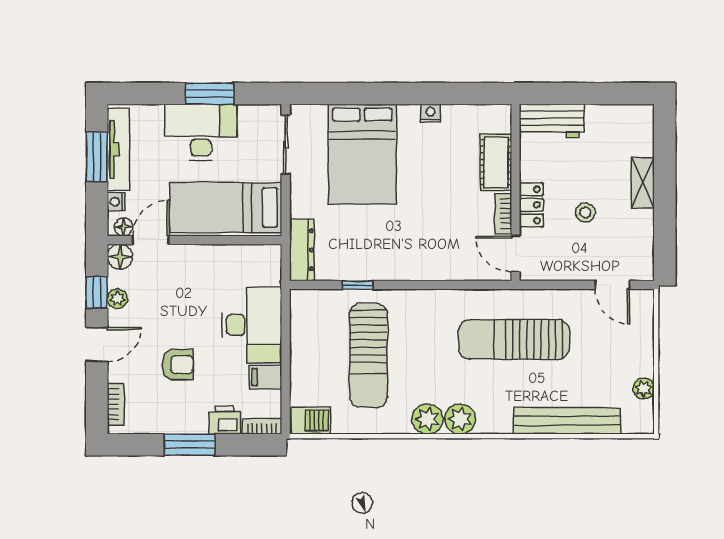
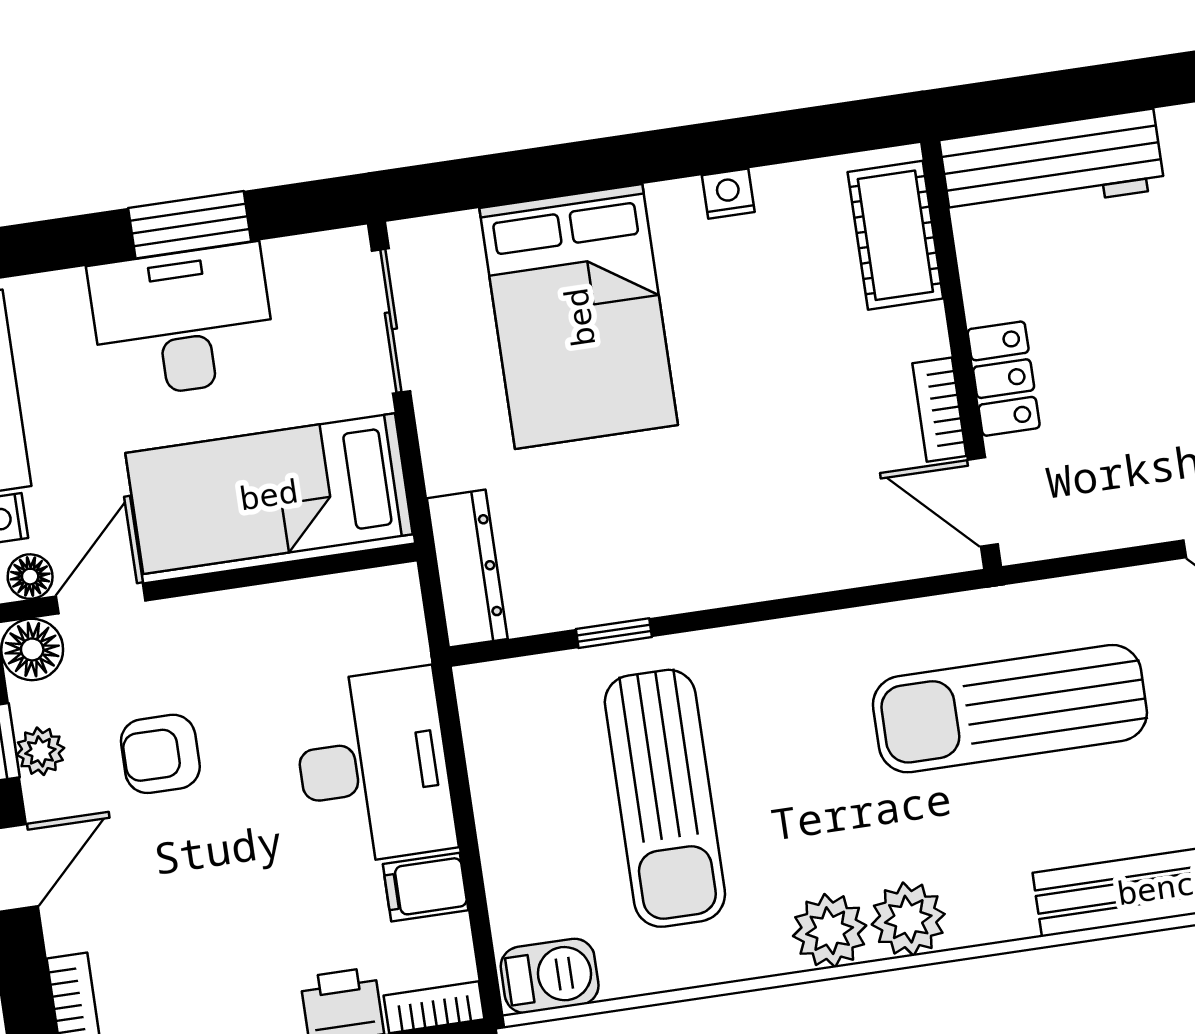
workbench: (552, 121) -> (1052, 164), width x1.38
cot: (496, 162) -> (895, 235), moved
stool: (585, 213) -> (1136, 378), removed
armchair: (178, 365) -> (160, 754), moved, turned 180

